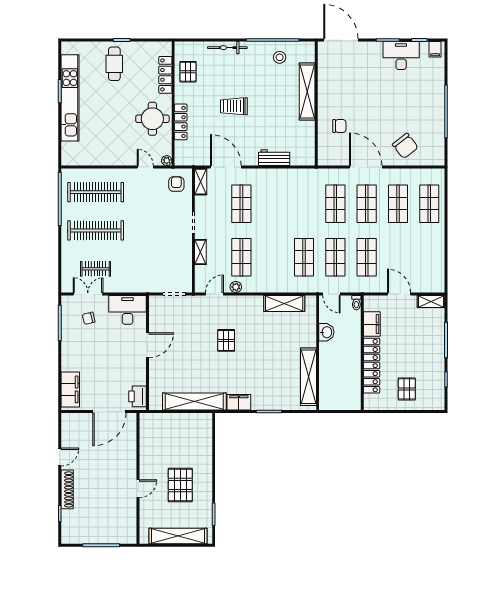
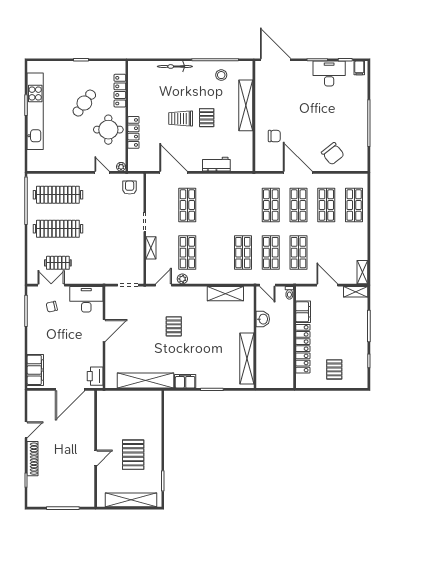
cafe table: (114, 64) -> (84, 103), moved, turned 37
pallet: (188, 72) -> (207, 118), moved
shelving: (201, 182) -> (362, 272), moved

